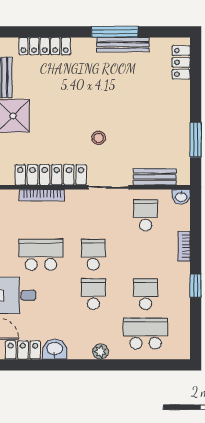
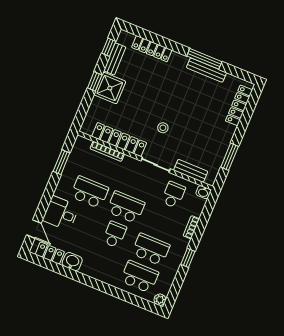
locker: (181, 62) -> (239, 105), width x1.53
school desk: (93, 255) -> (126, 207), width x1.85
school desk: (146, 294) -> (151, 249), width x1.85
plant: (100, 352) -> (160, 300), moved

